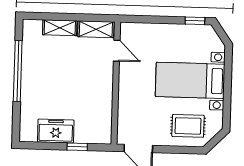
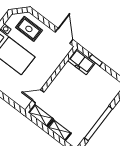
door: (117, 51) -> (38, 96), hinge flipped
freezer: (56, 131) -> (81, 62), moved

